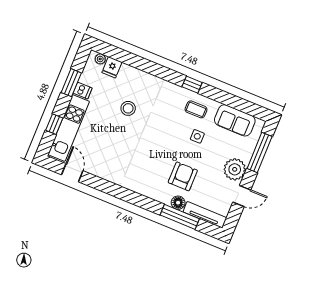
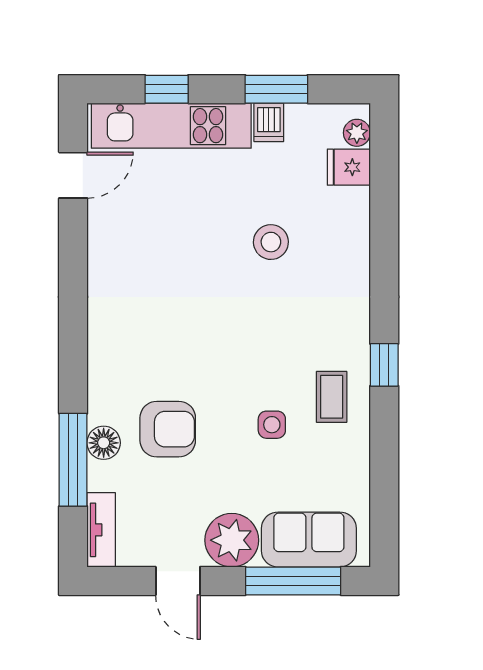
sofa: (235, 120) -> (309, 540), moved, turned 90
tv unit: (205, 215) -> (101, 530), width x0.71

